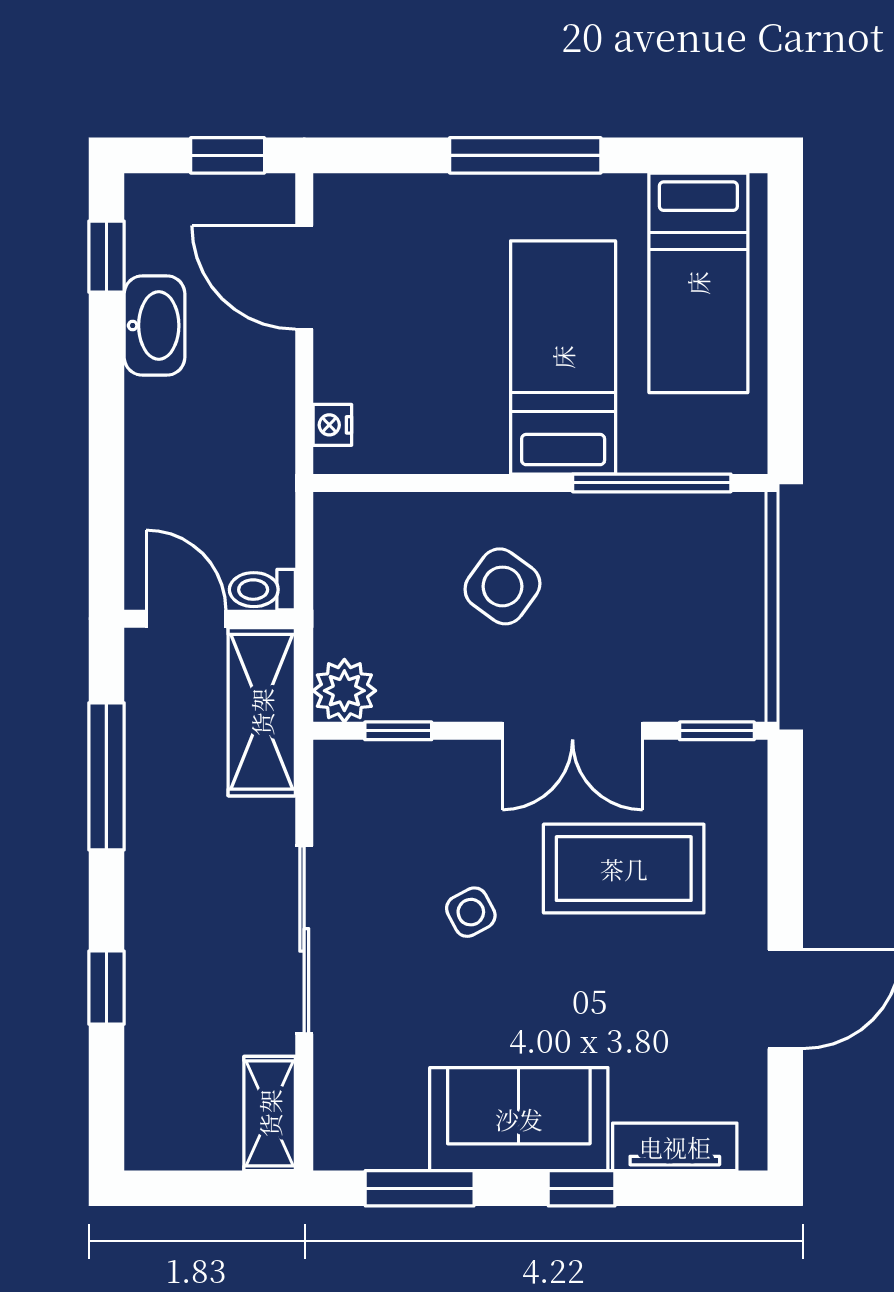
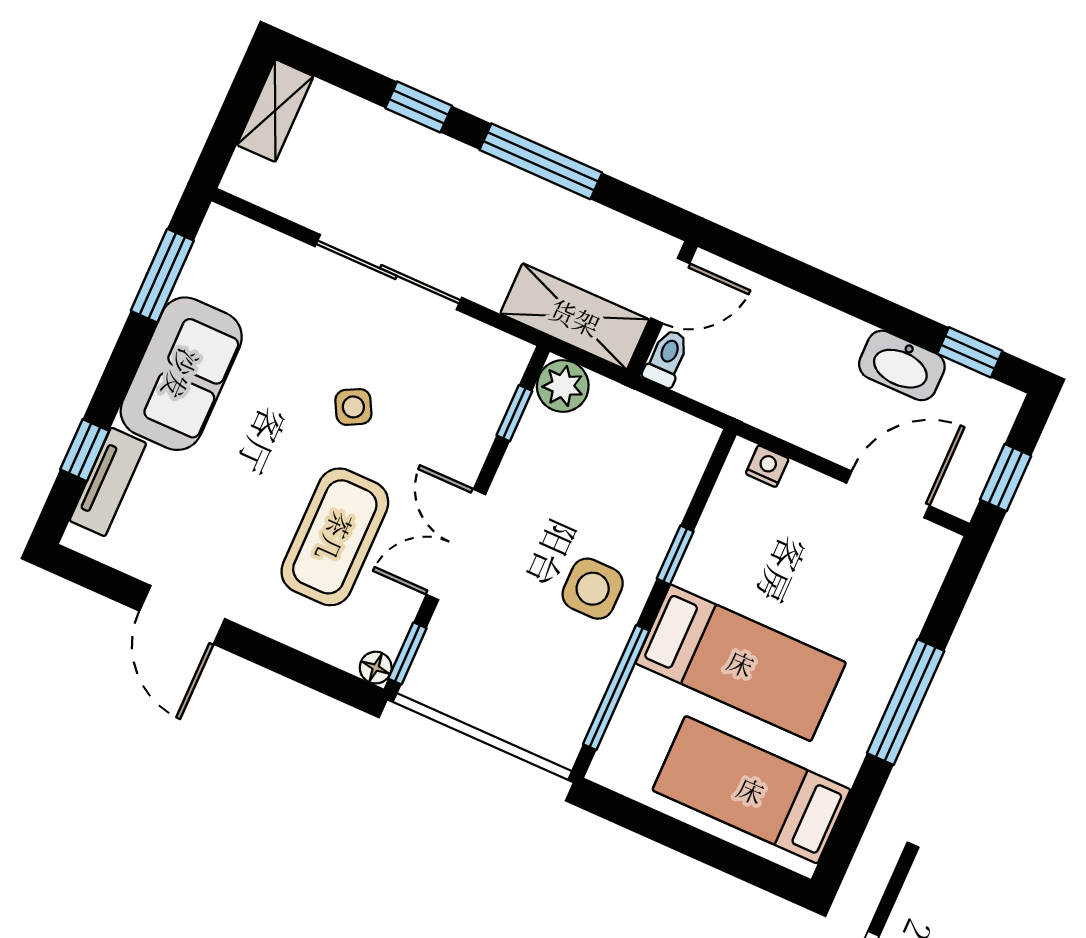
window: (476, 483) -> (675, 555), added
side table: (502, 586) -> (593, 589), moved, turned -36
floor lamp: (748, 759) -> (376, 668), added
window: (106, 776) -> (541, 161), moved
shelving: (270, 1113) -> (275, 111), moved, turned 90
window: (582, 1188) -> (85, 450), moved

